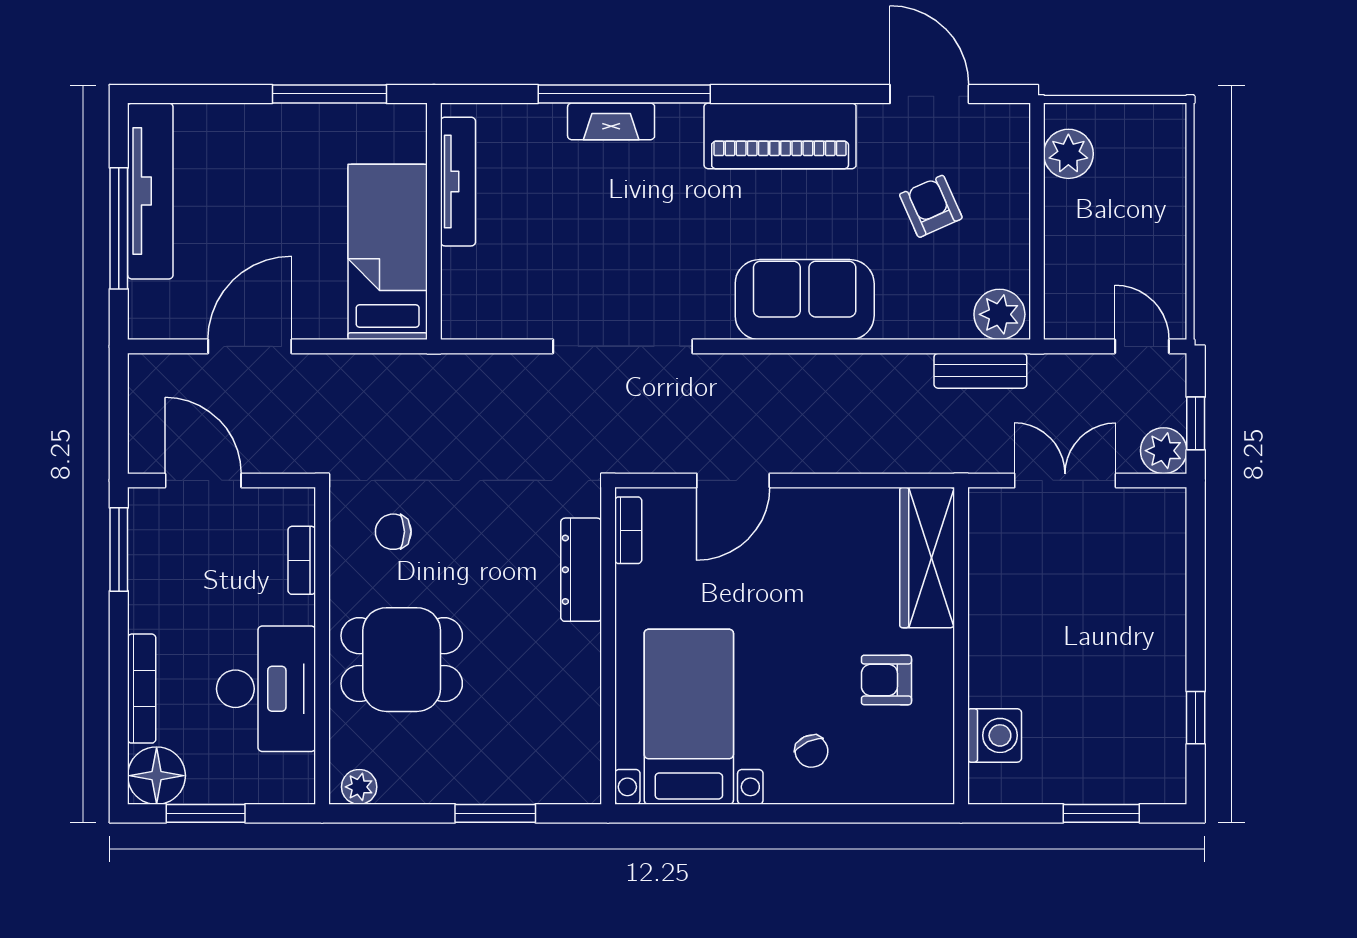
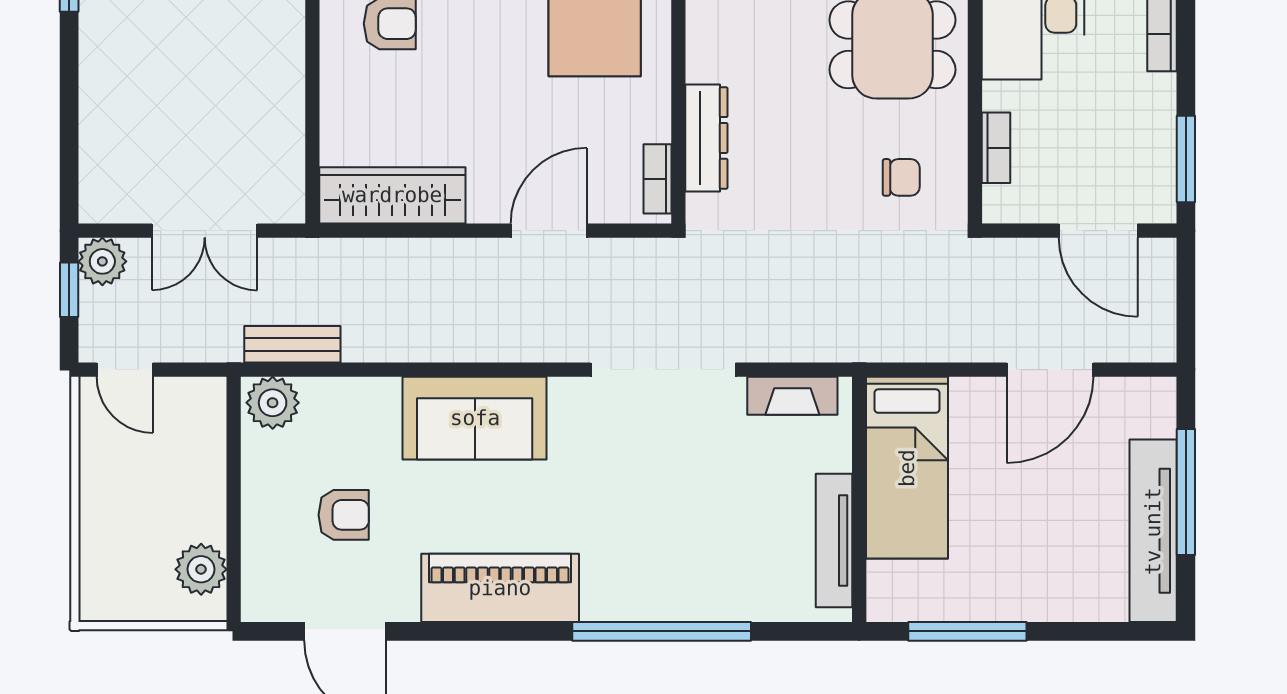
fireplace: (611, 121) -> (792, 396), moved, turned 180
armchair: (931, 206) -> (344, 515), turned -66
wardrobe: (927, 558) -> (392, 195), moved, turned -90

